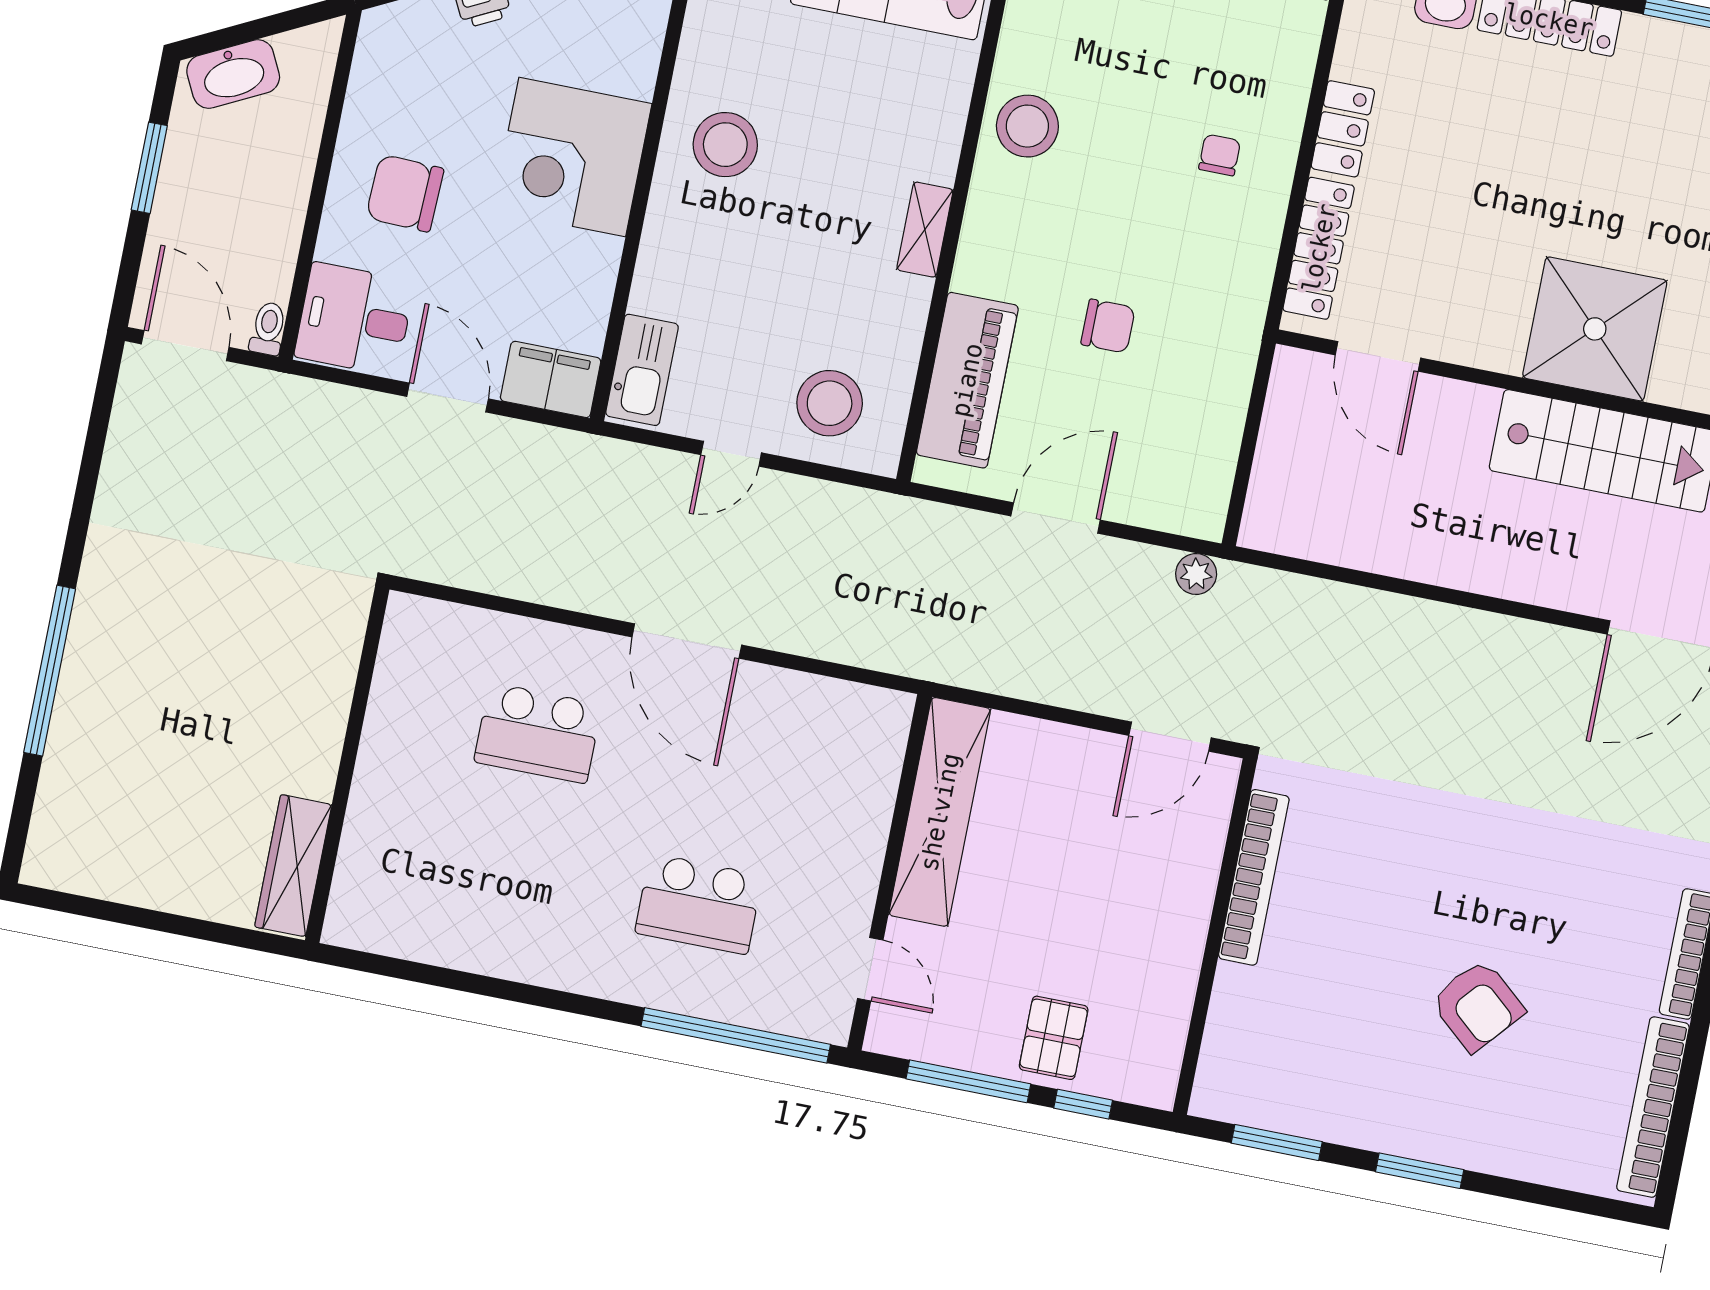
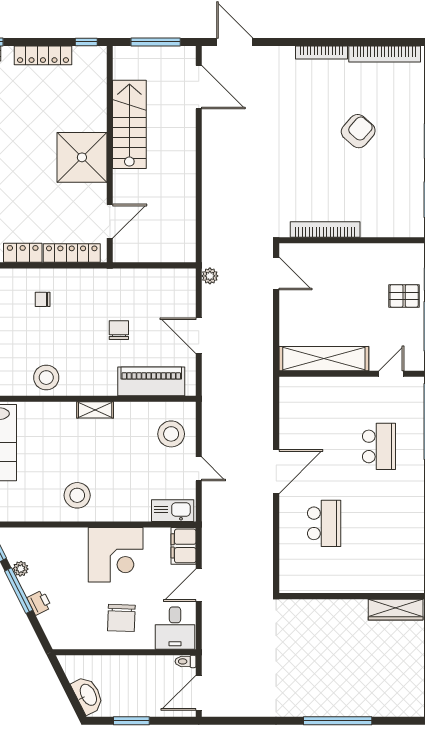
corner desk: (572, 157) -> (116, 555), moved
shower: (1595, 329) -> (82, 157), moved

